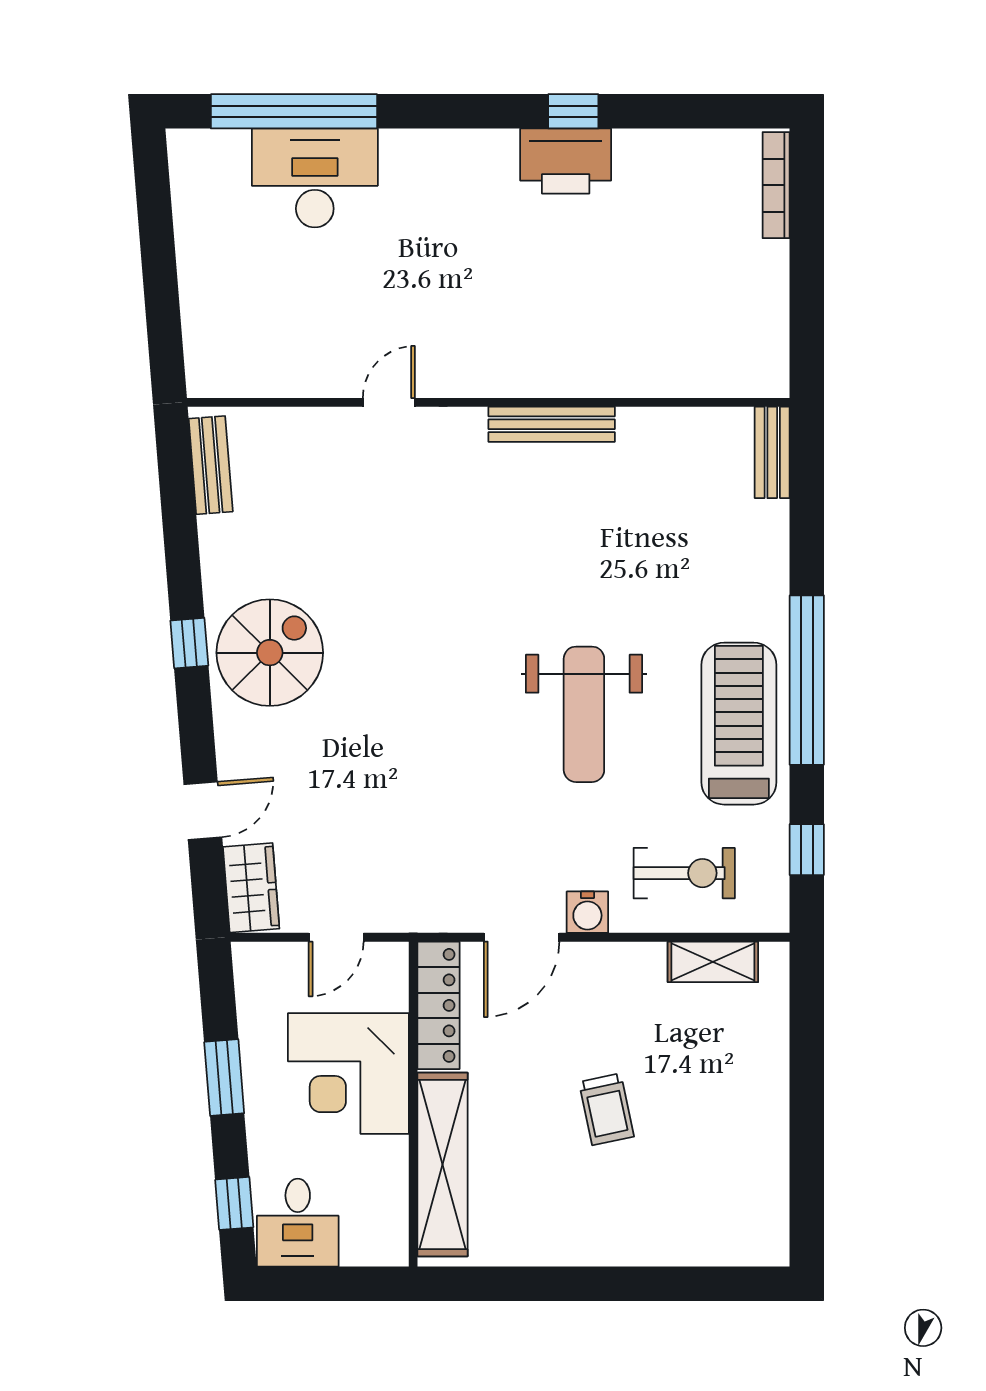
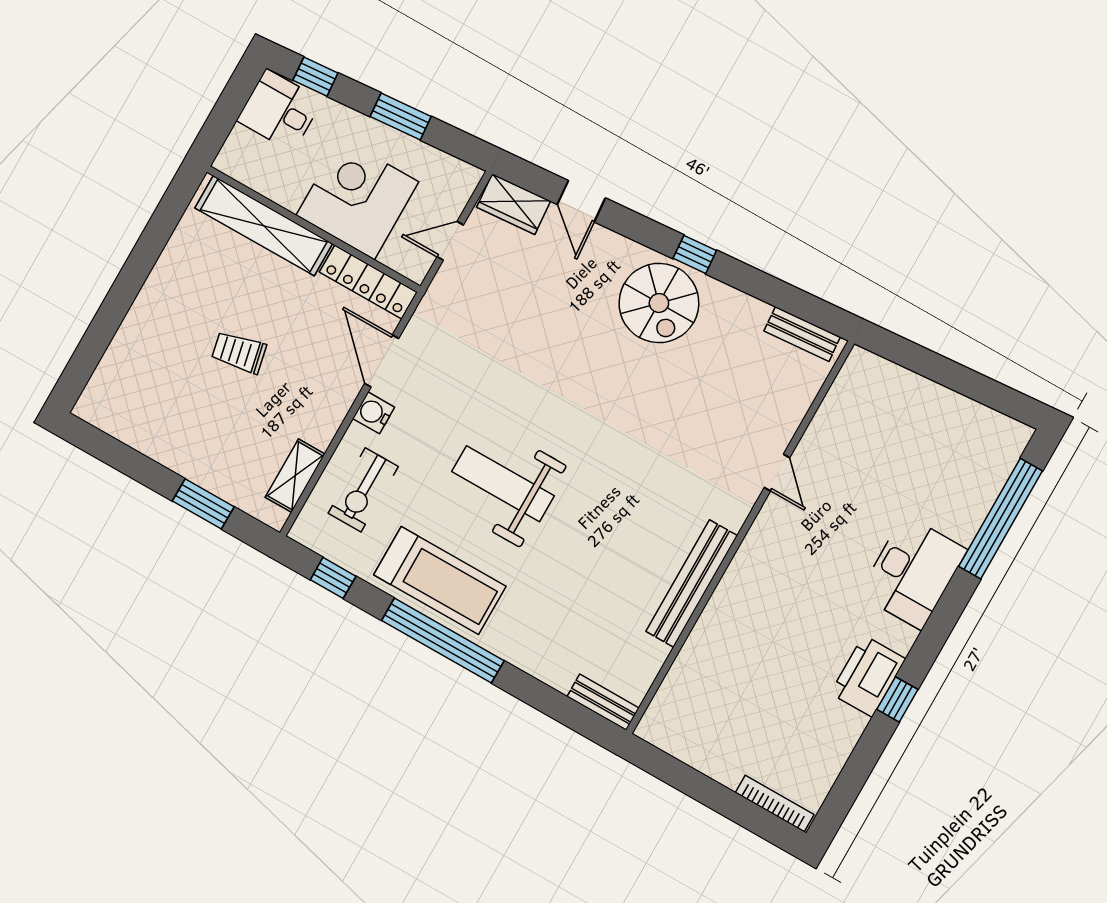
desk: (315, 178) -> (913, 572), moved
bench: (552, 424) -> (692, 583), width x1.37, depth x1.21
door: (336, 937) -> (450, 241), hinge flipped
window: (807, 1050) -> (203, 504), added

